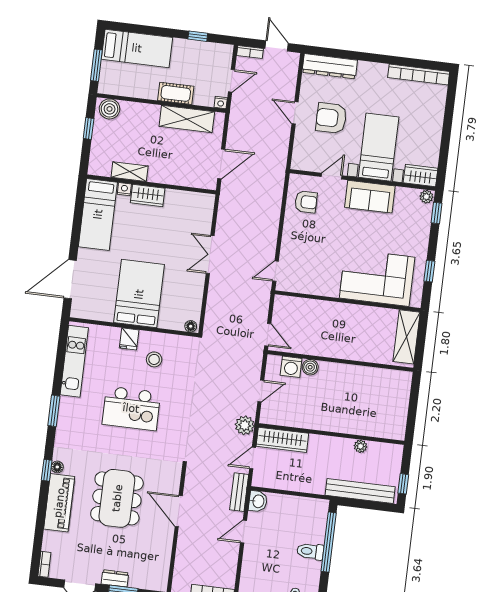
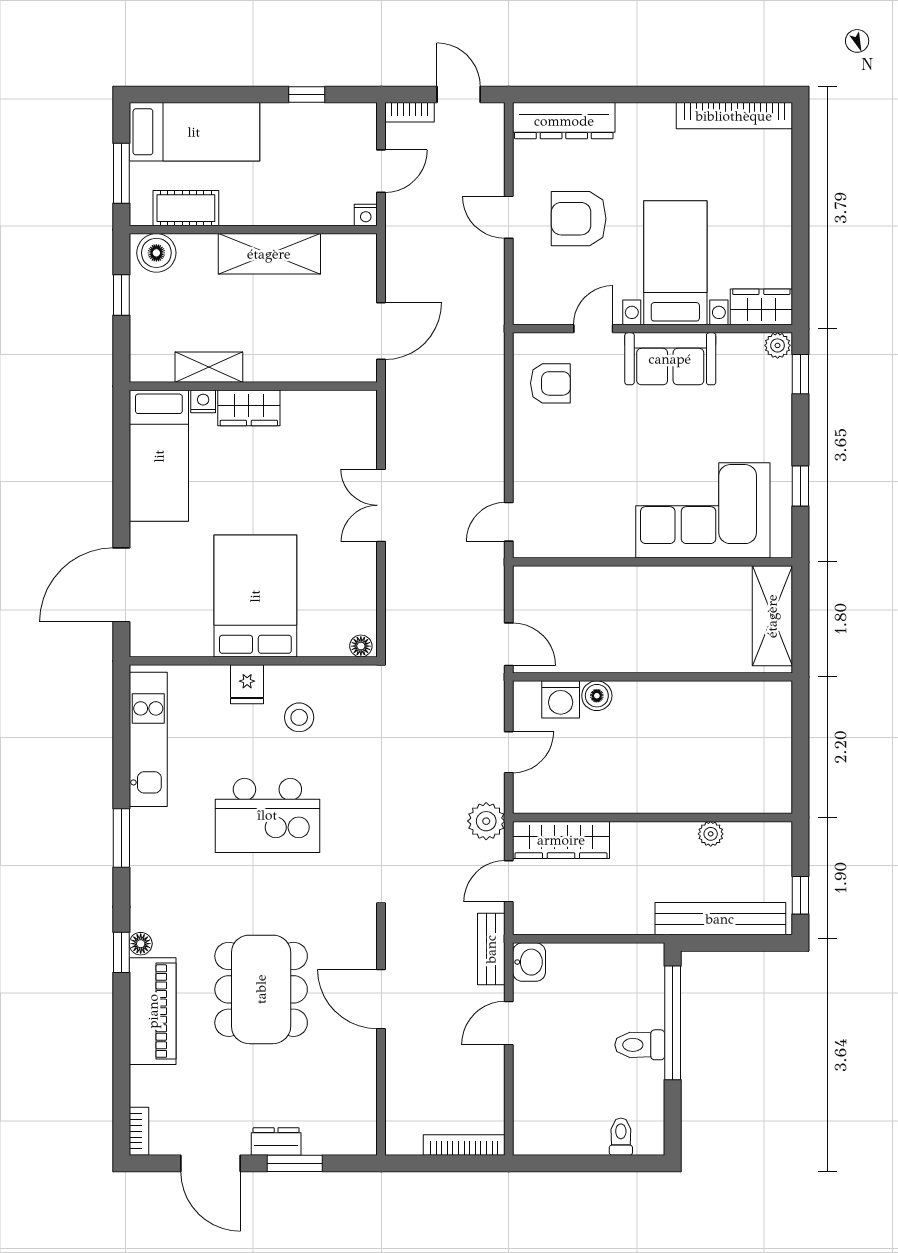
cot: (176, 93) -> (186, 208), moved
shelving: (187, 119) -> (269, 254), moved

